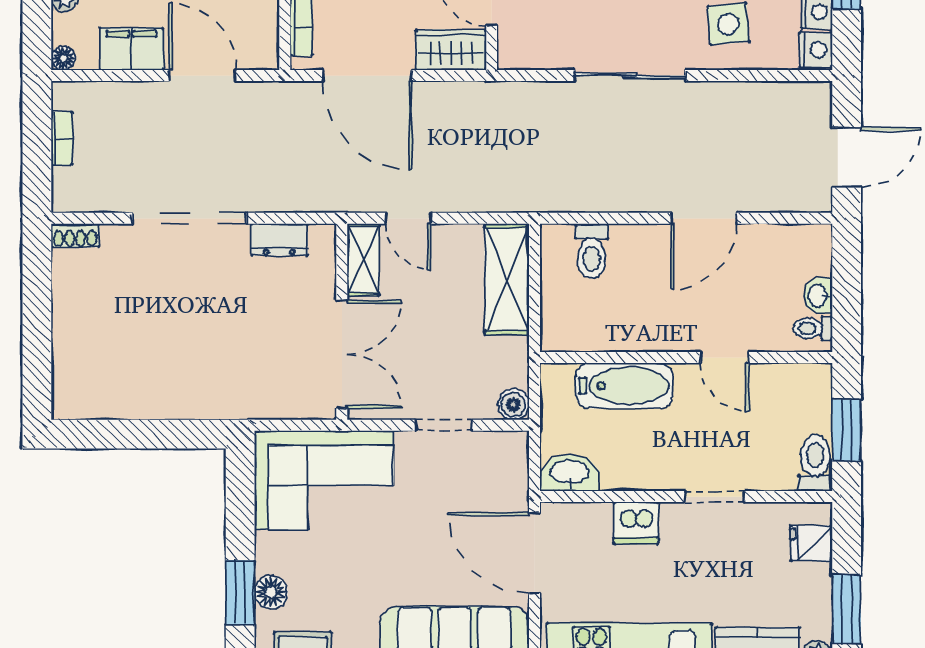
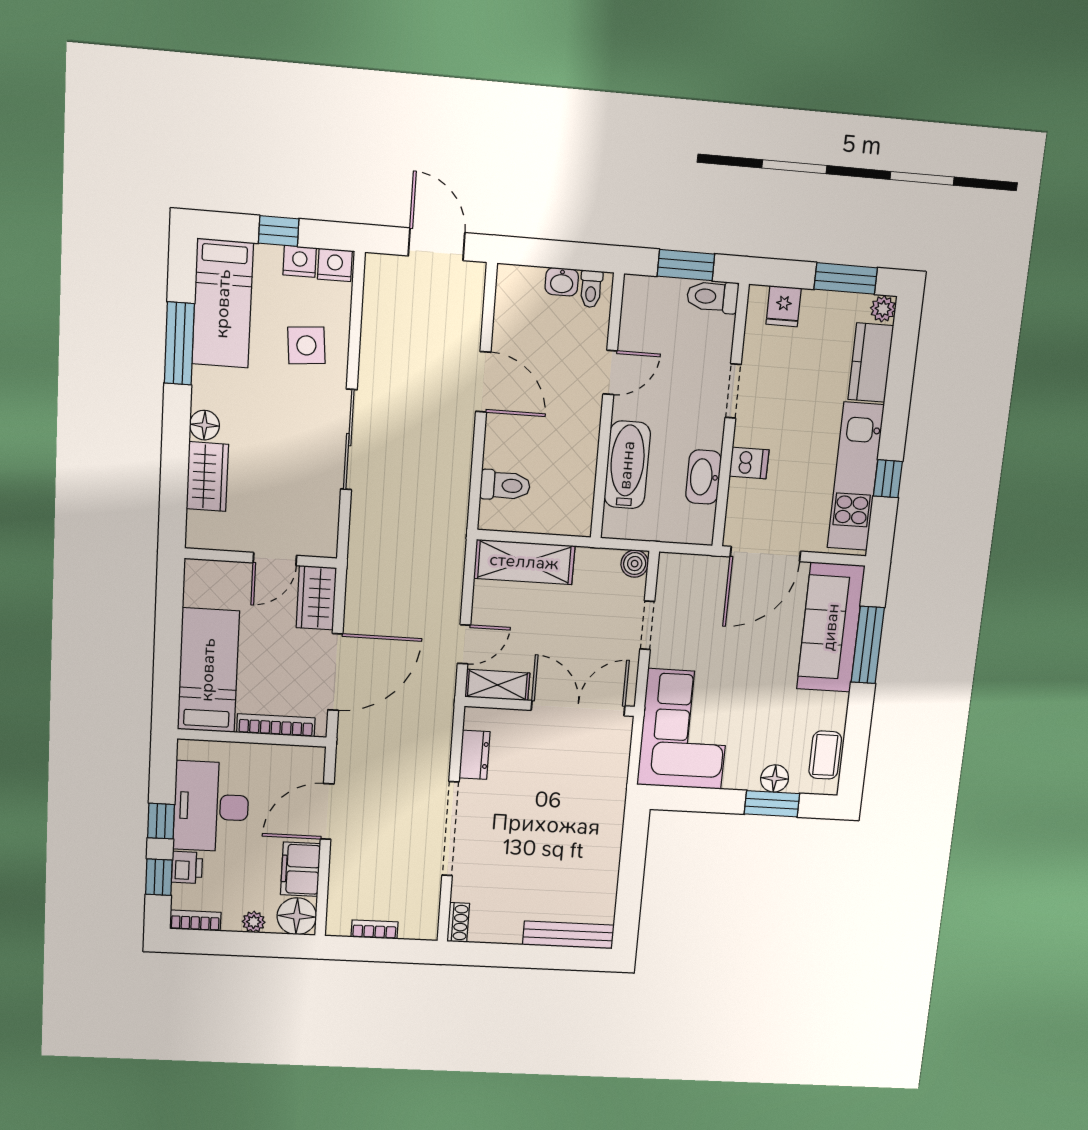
floor lamp: (63, 58) -> (297, 916), width x1.89, depth x1.89
bench: (66, 366) -> (568, 935), added
washbasin: (570, 473) -> (703, 477), moved
dishwasher: (636, 523) -> (749, 463), width x0.73

